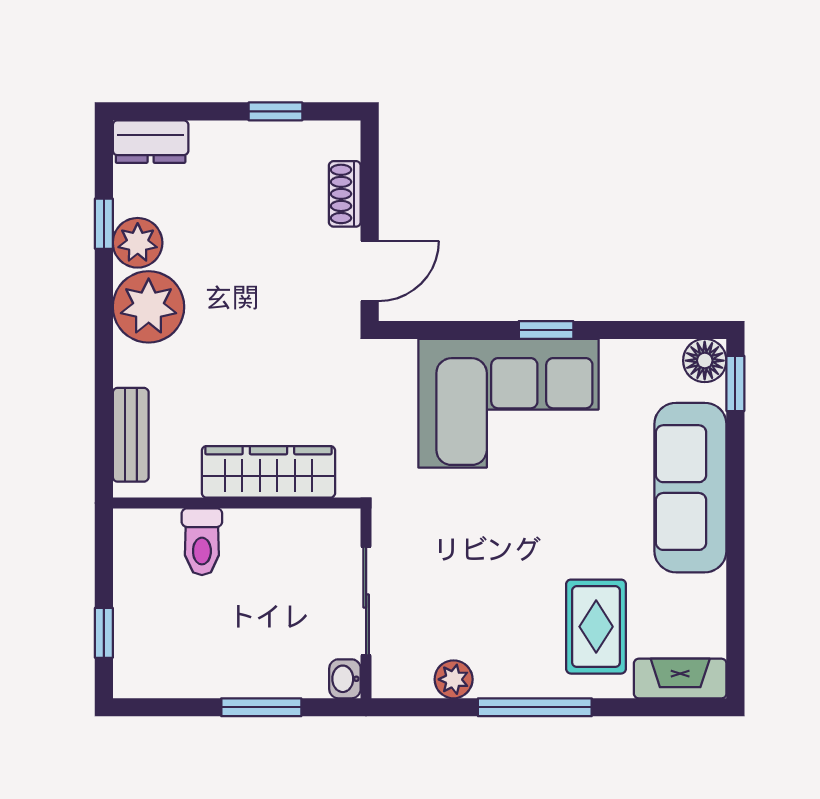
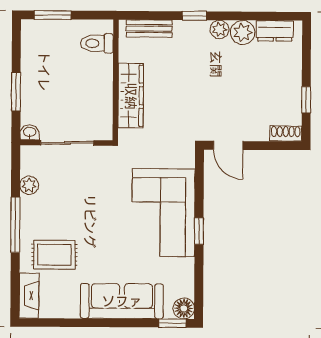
dresser: (151, 142) -> (275, 31), moved, turned -90
shoe rack: (345, 194) -> (286, 134), moved
window: (104, 224) -> (194, 16), moved
plant: (149, 307) -> (219, 29), width x0.53, depth x0.53
toilet: (202, 542) -> (97, 43), moved
window: (104, 633) -> (53, 15), width x1.50

